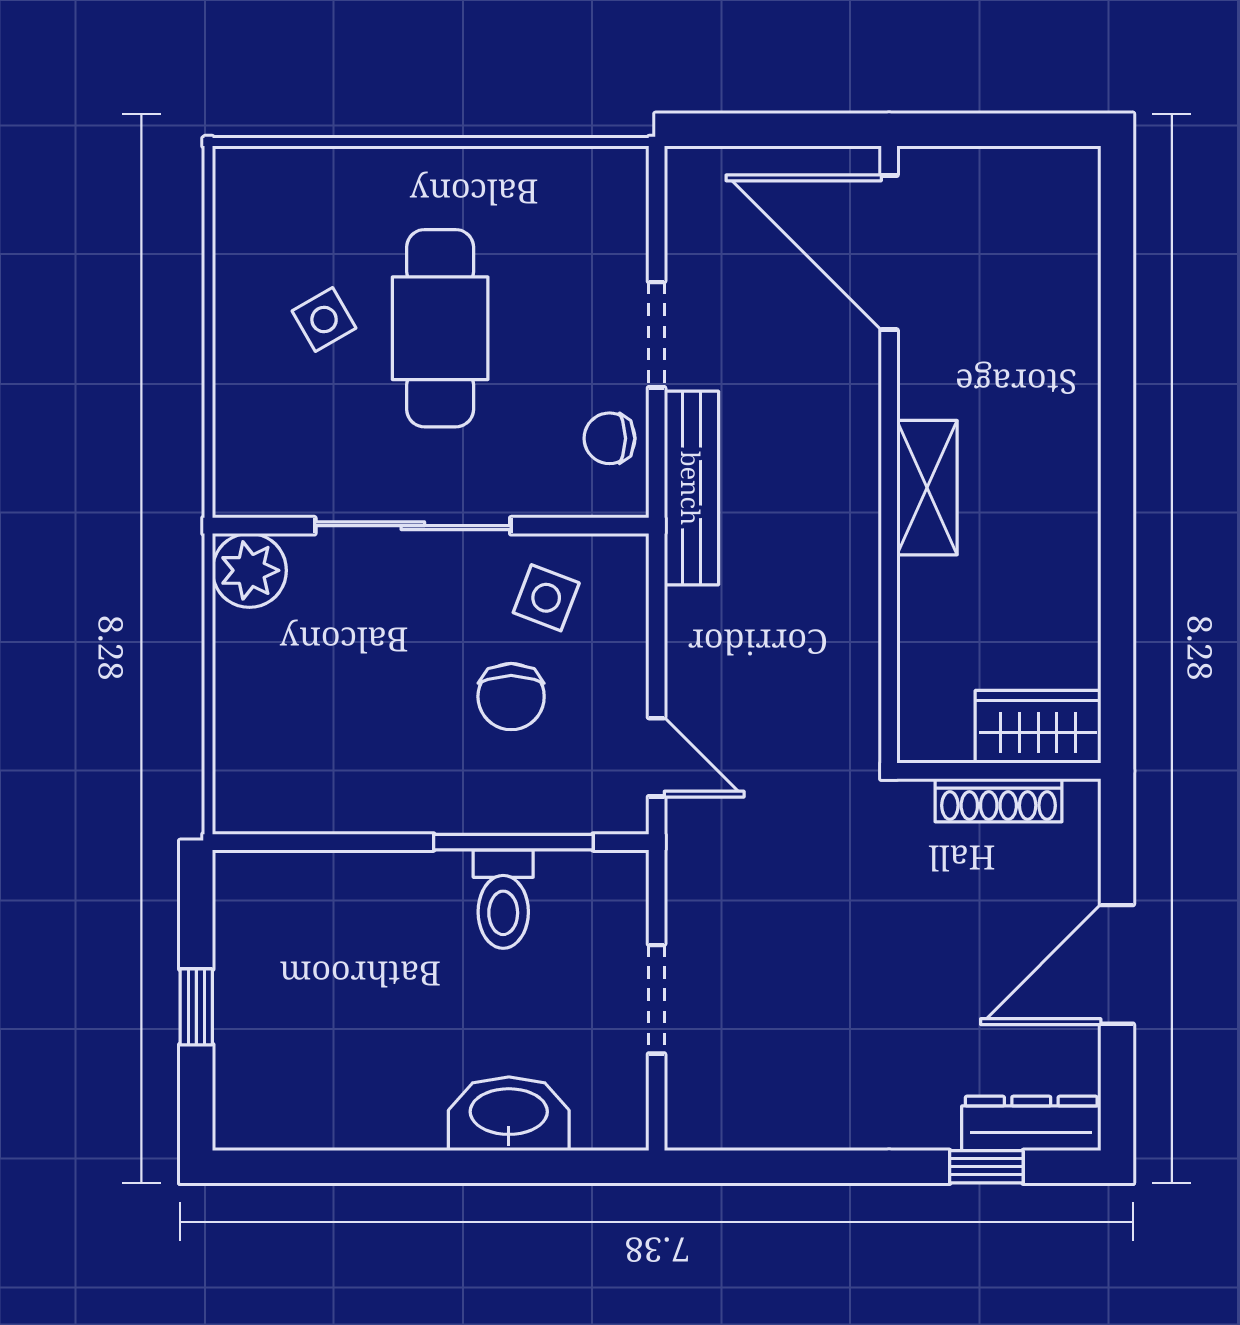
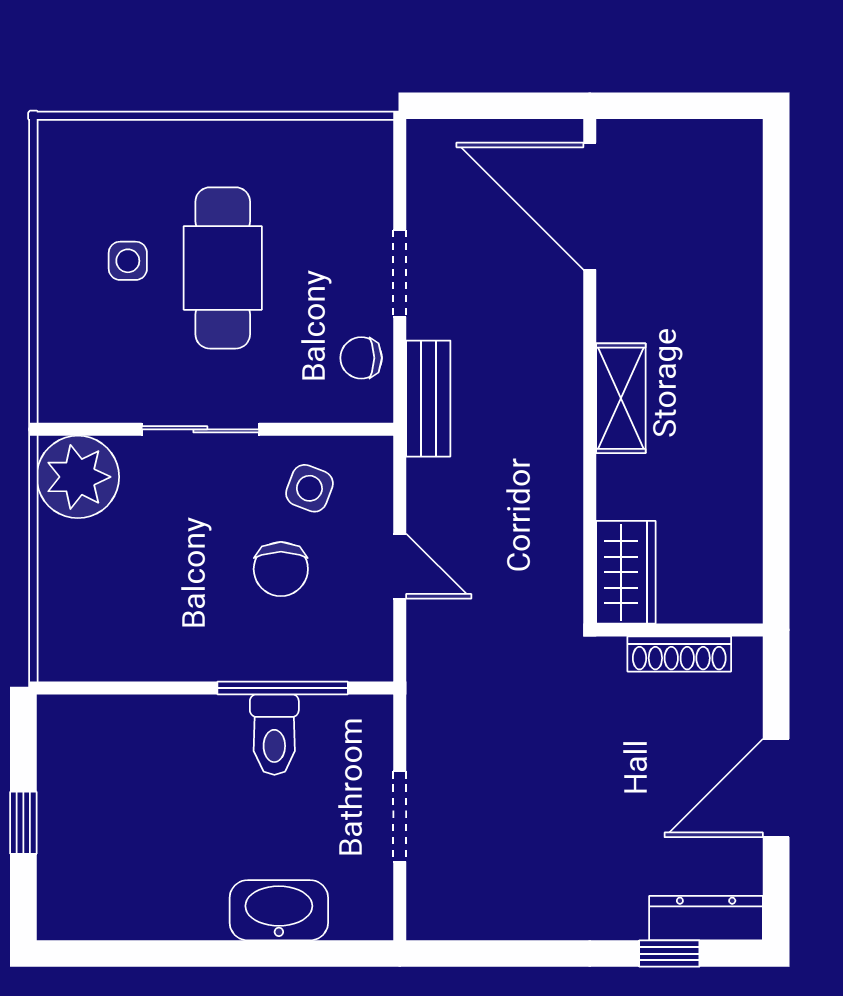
side table: (324, 320) -> (128, 261), turned 30
bench: (691, 488) -> (428, 399), width x0.73
sliding door: (413, 526) -> (200, 429), width x0.73
plant: (249, 570) -> (78, 477), width x1.36, depth x1.36
wardrobe: (1038, 727) -> (626, 572), moved, turned 90
door: (657, 757) -> (400, 566), moved

